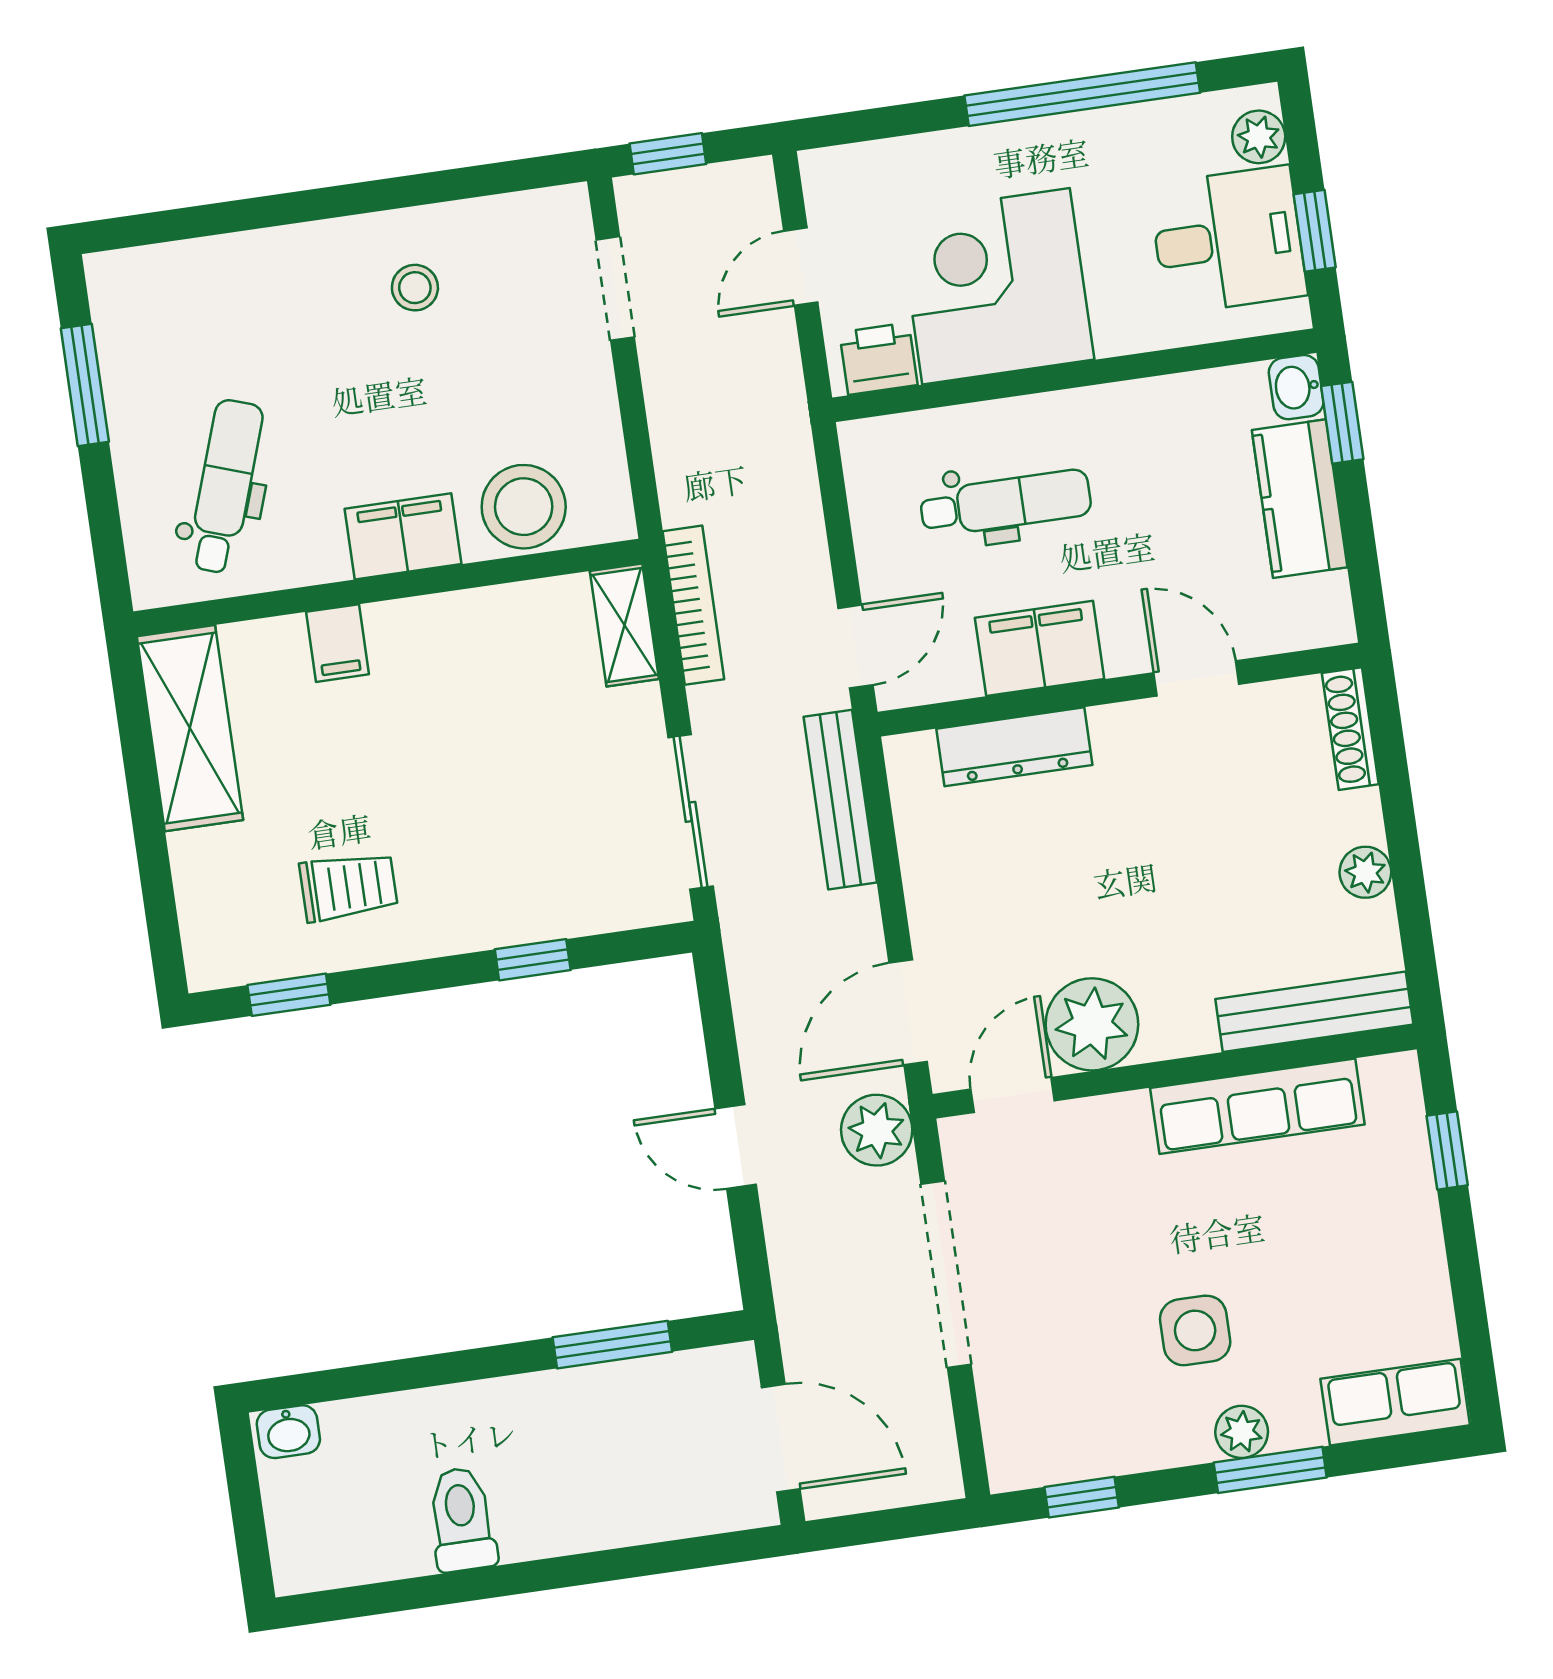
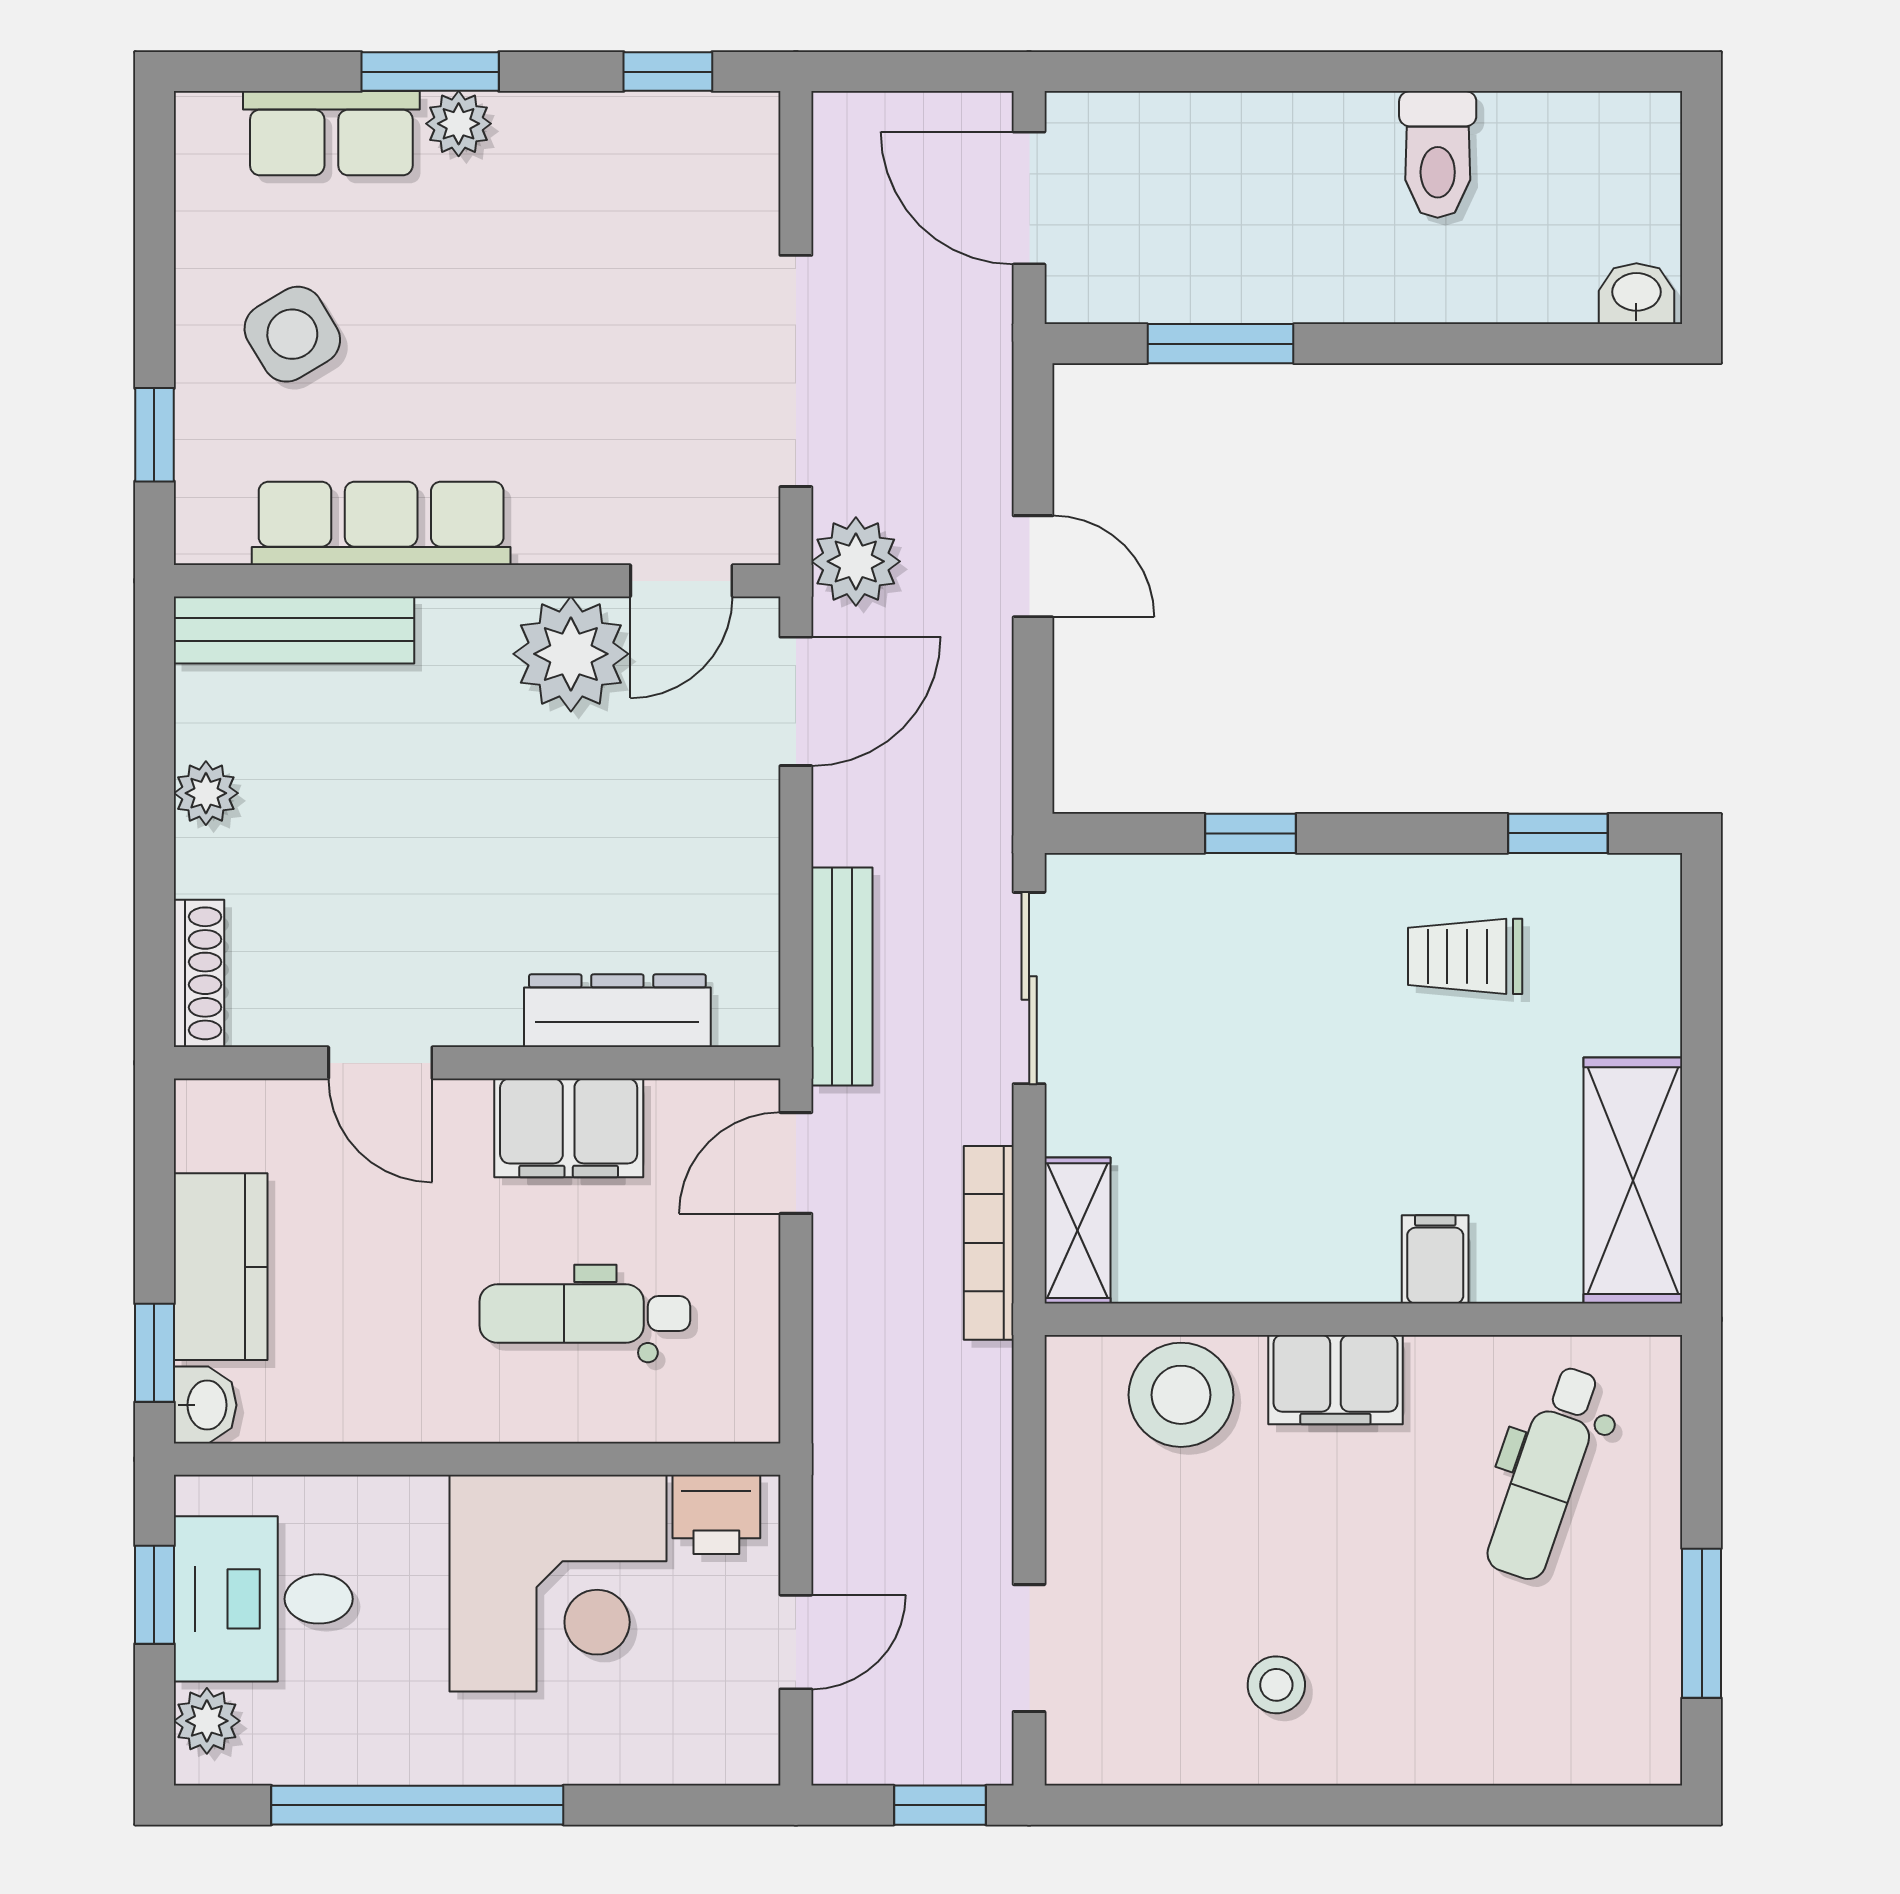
side table: (1195, 1330) -> (292, 334), moved, turned -31
row of seats: (1395, 1402) -> (331, 133), moved

